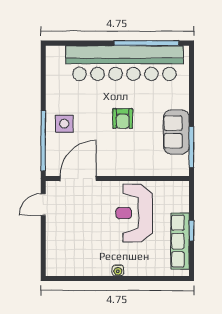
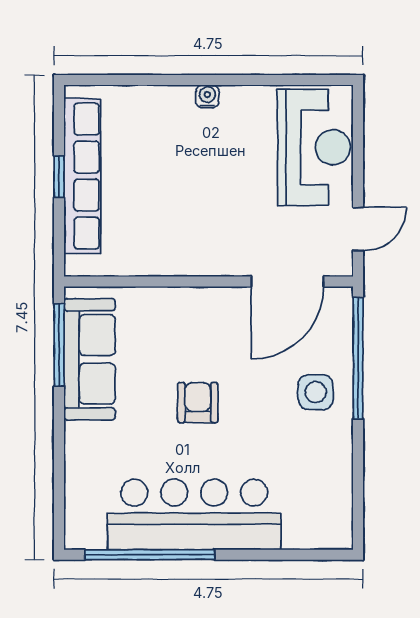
bar counter: (124, 63) -> (194, 514), width x0.73
sofa: (176, 132) -> (90, 359), width x1.36
reception desk: (134, 213) -> (314, 147), moved
row of seats: (180, 241) -> (82, 176), width x1.36

